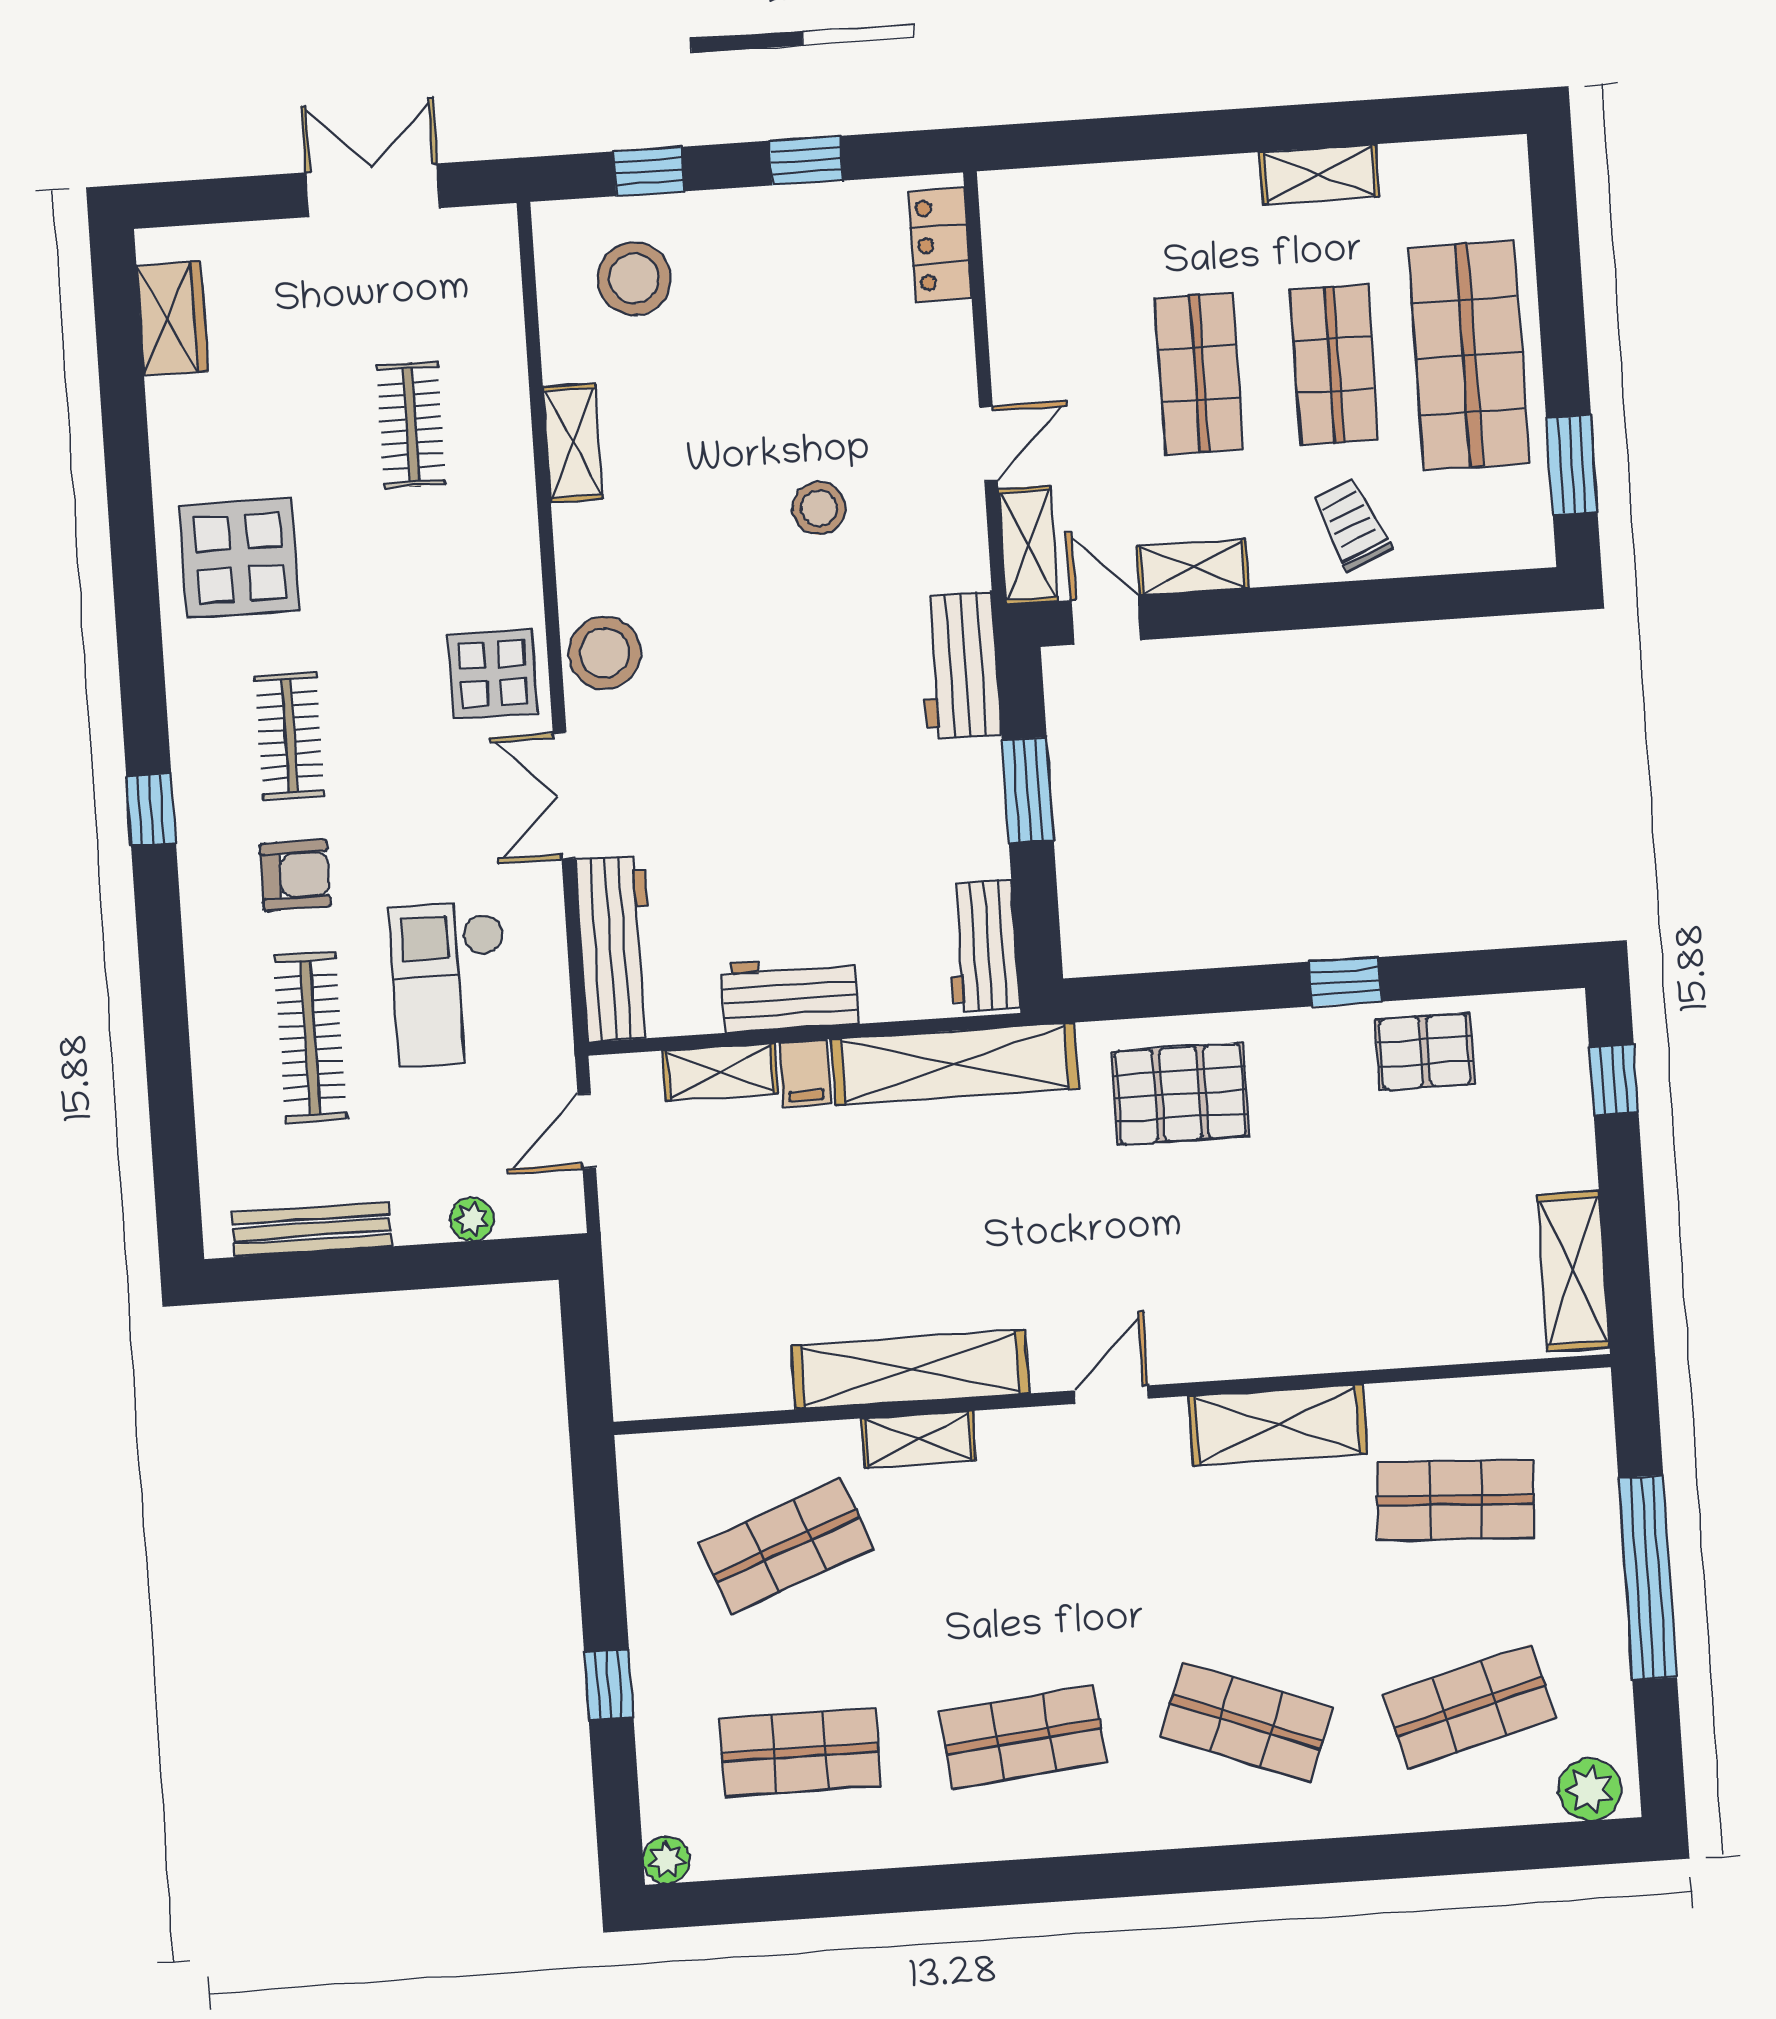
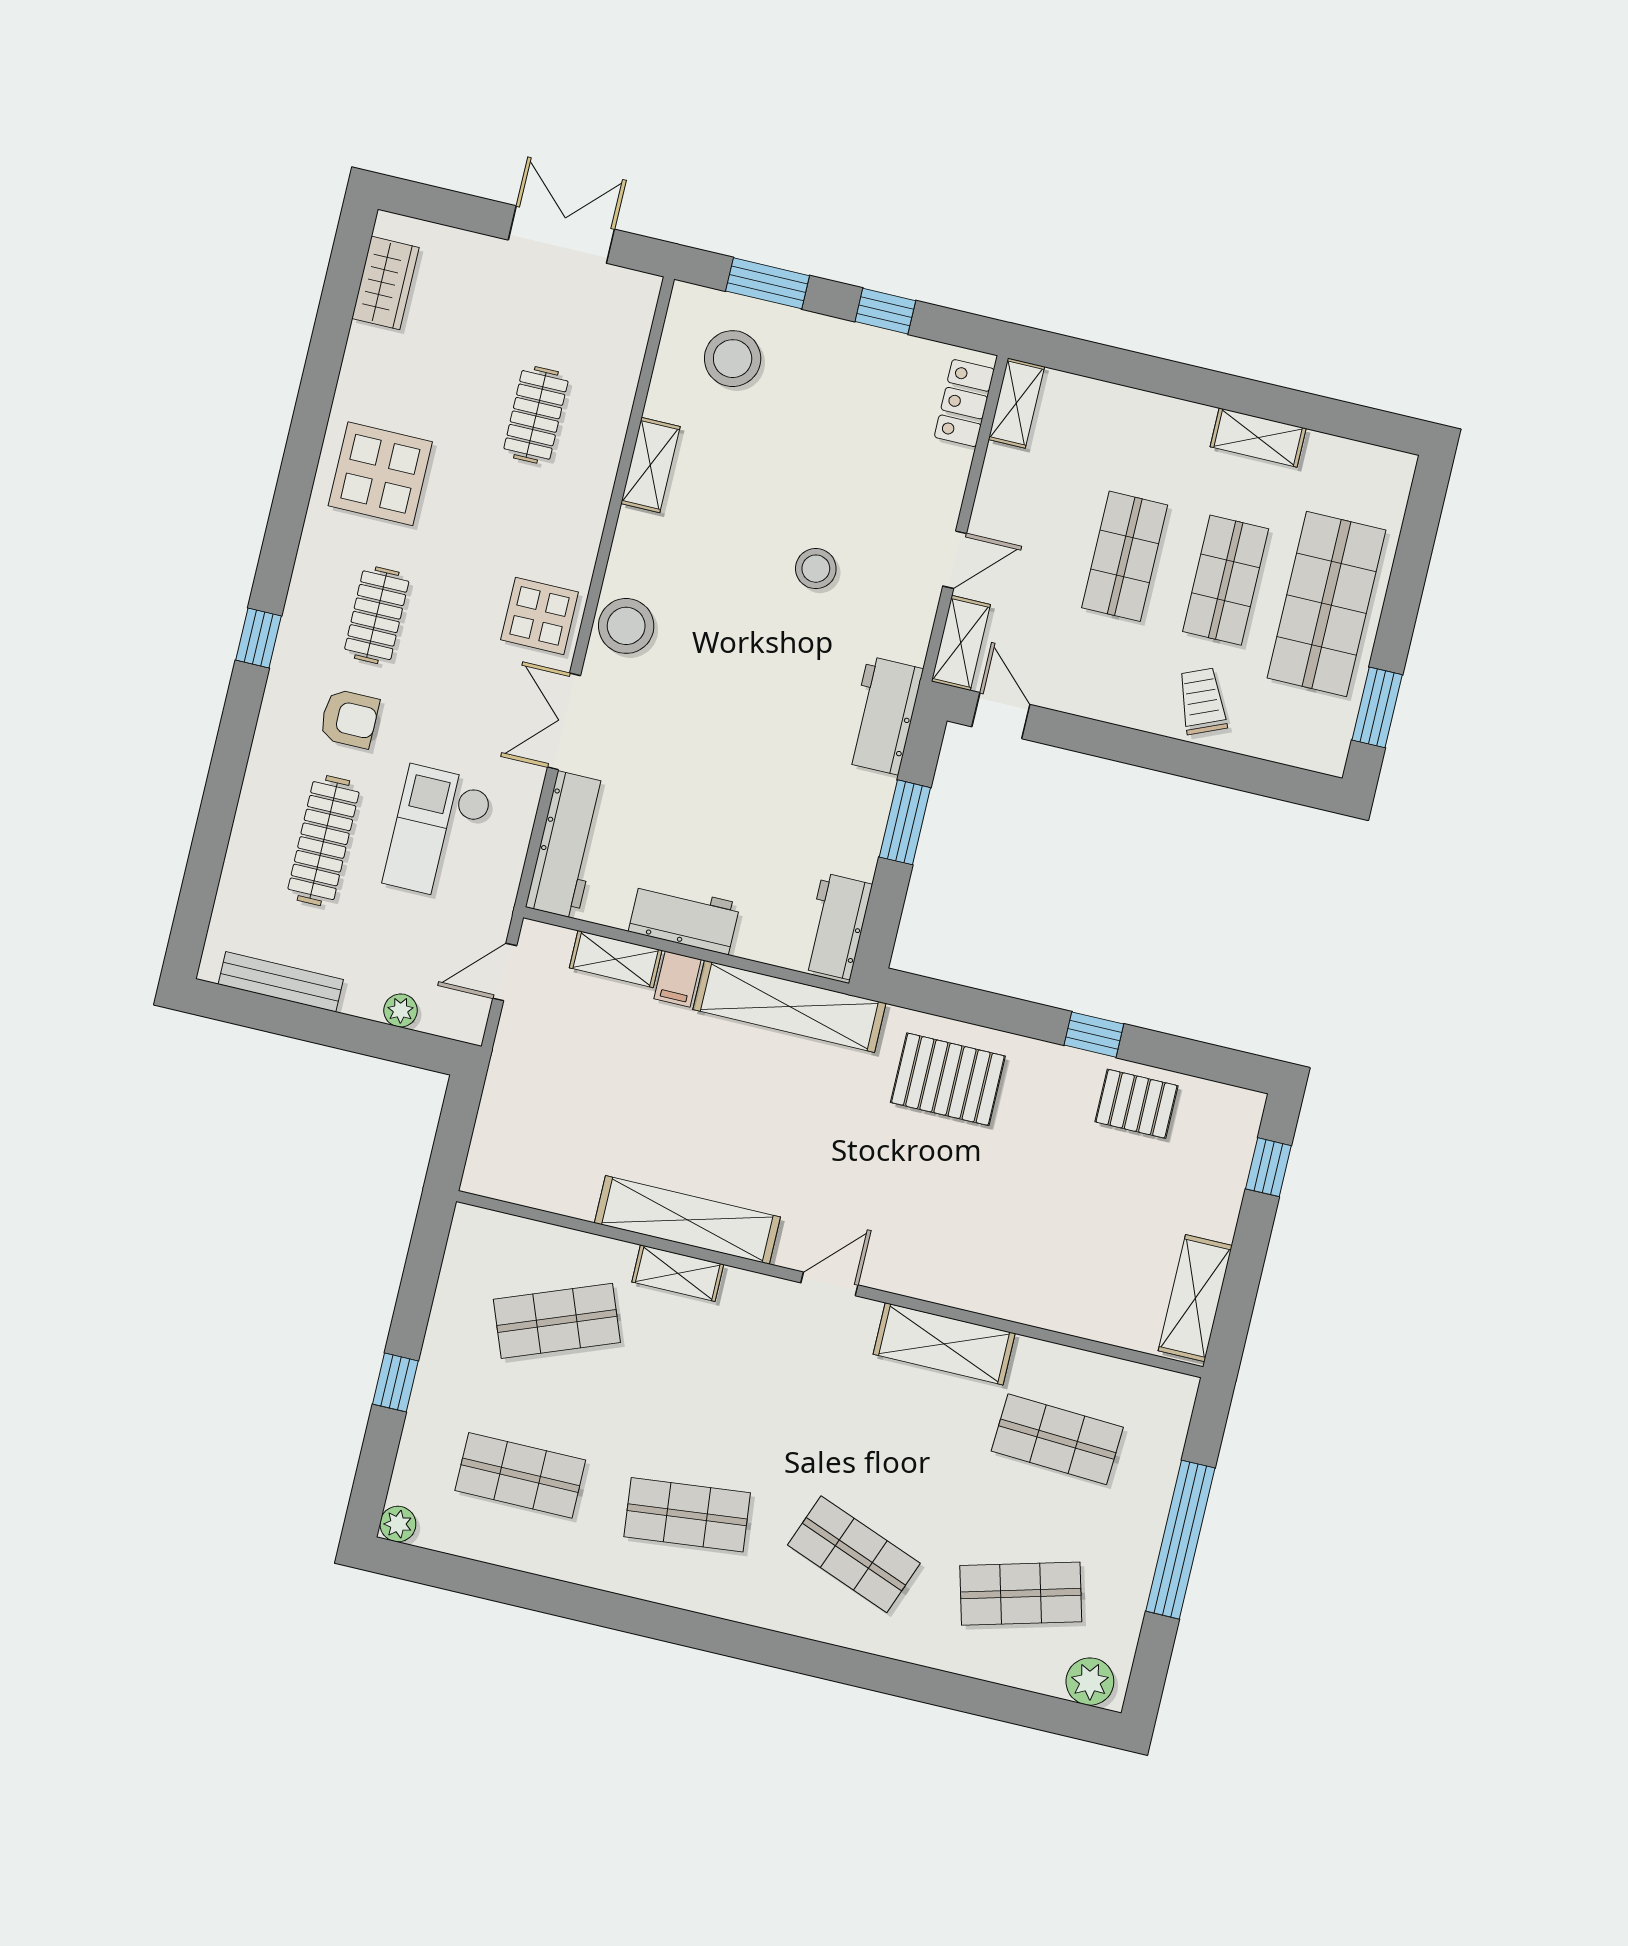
window: (649, 171) -> (768, 283), width x1.50
shelving: (1192, 567) -> (1016, 403), moved, turned 90

